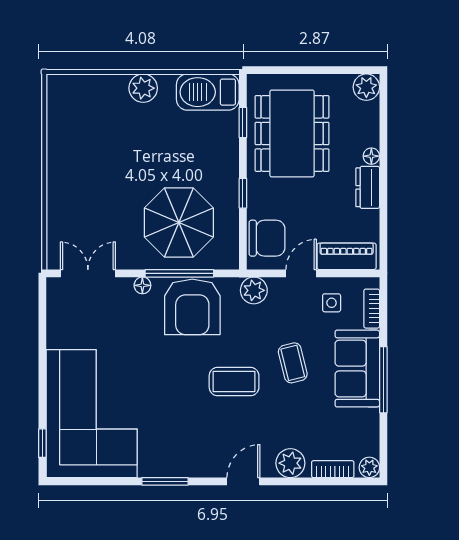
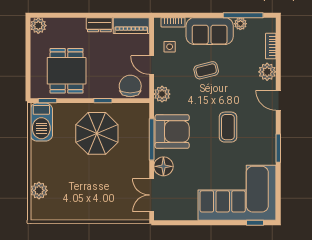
plant: (143, 88) -> (39, 190), moved
window: (243, 123) -> (48, 101), moved
dining table: (292, 133) -> (67, 71), width x0.73
floor lamp: (371, 156) -> (80, 23), removed
parasol: (179, 223) -> (97, 133), moved
piano: (347, 256) -> (131, 26), moved, turned -90
floor lamp: (142, 285) -> (163, 166), width x1.89, depth x1.89
window: (383, 380) -> (243, 15), moved
coffee table: (234, 382) -> (228, 127), moved
plant: (369, 467) -> (240, 24), moved

